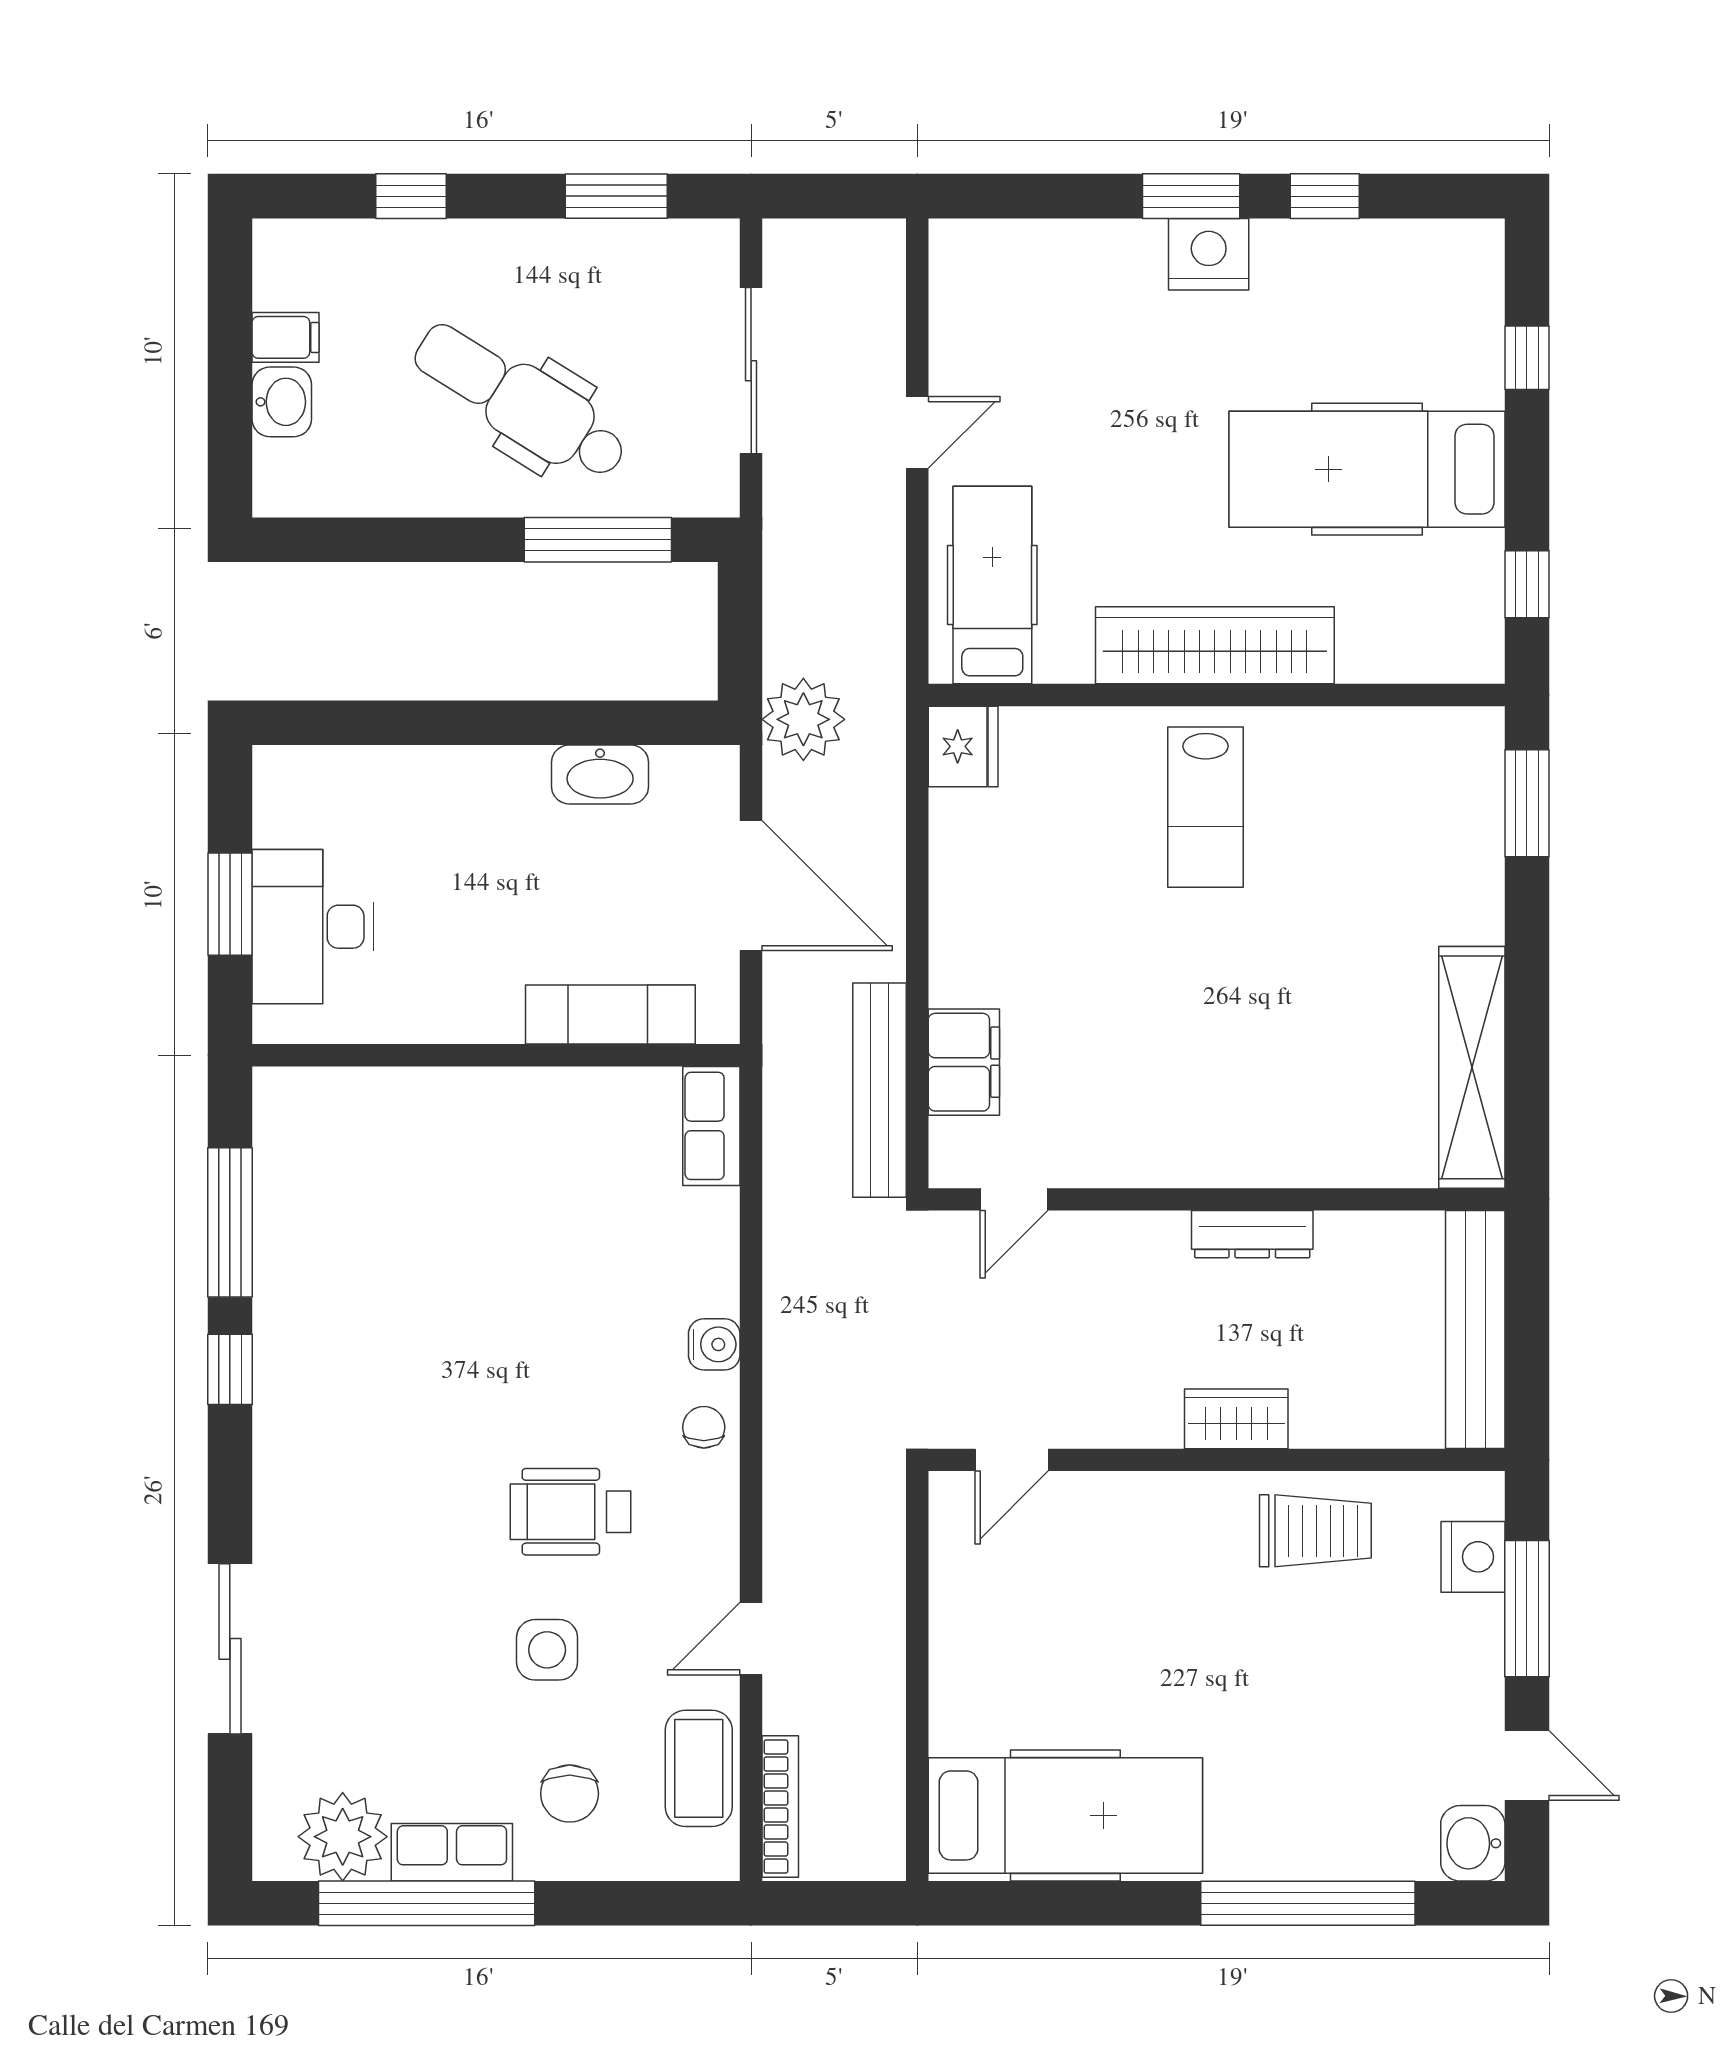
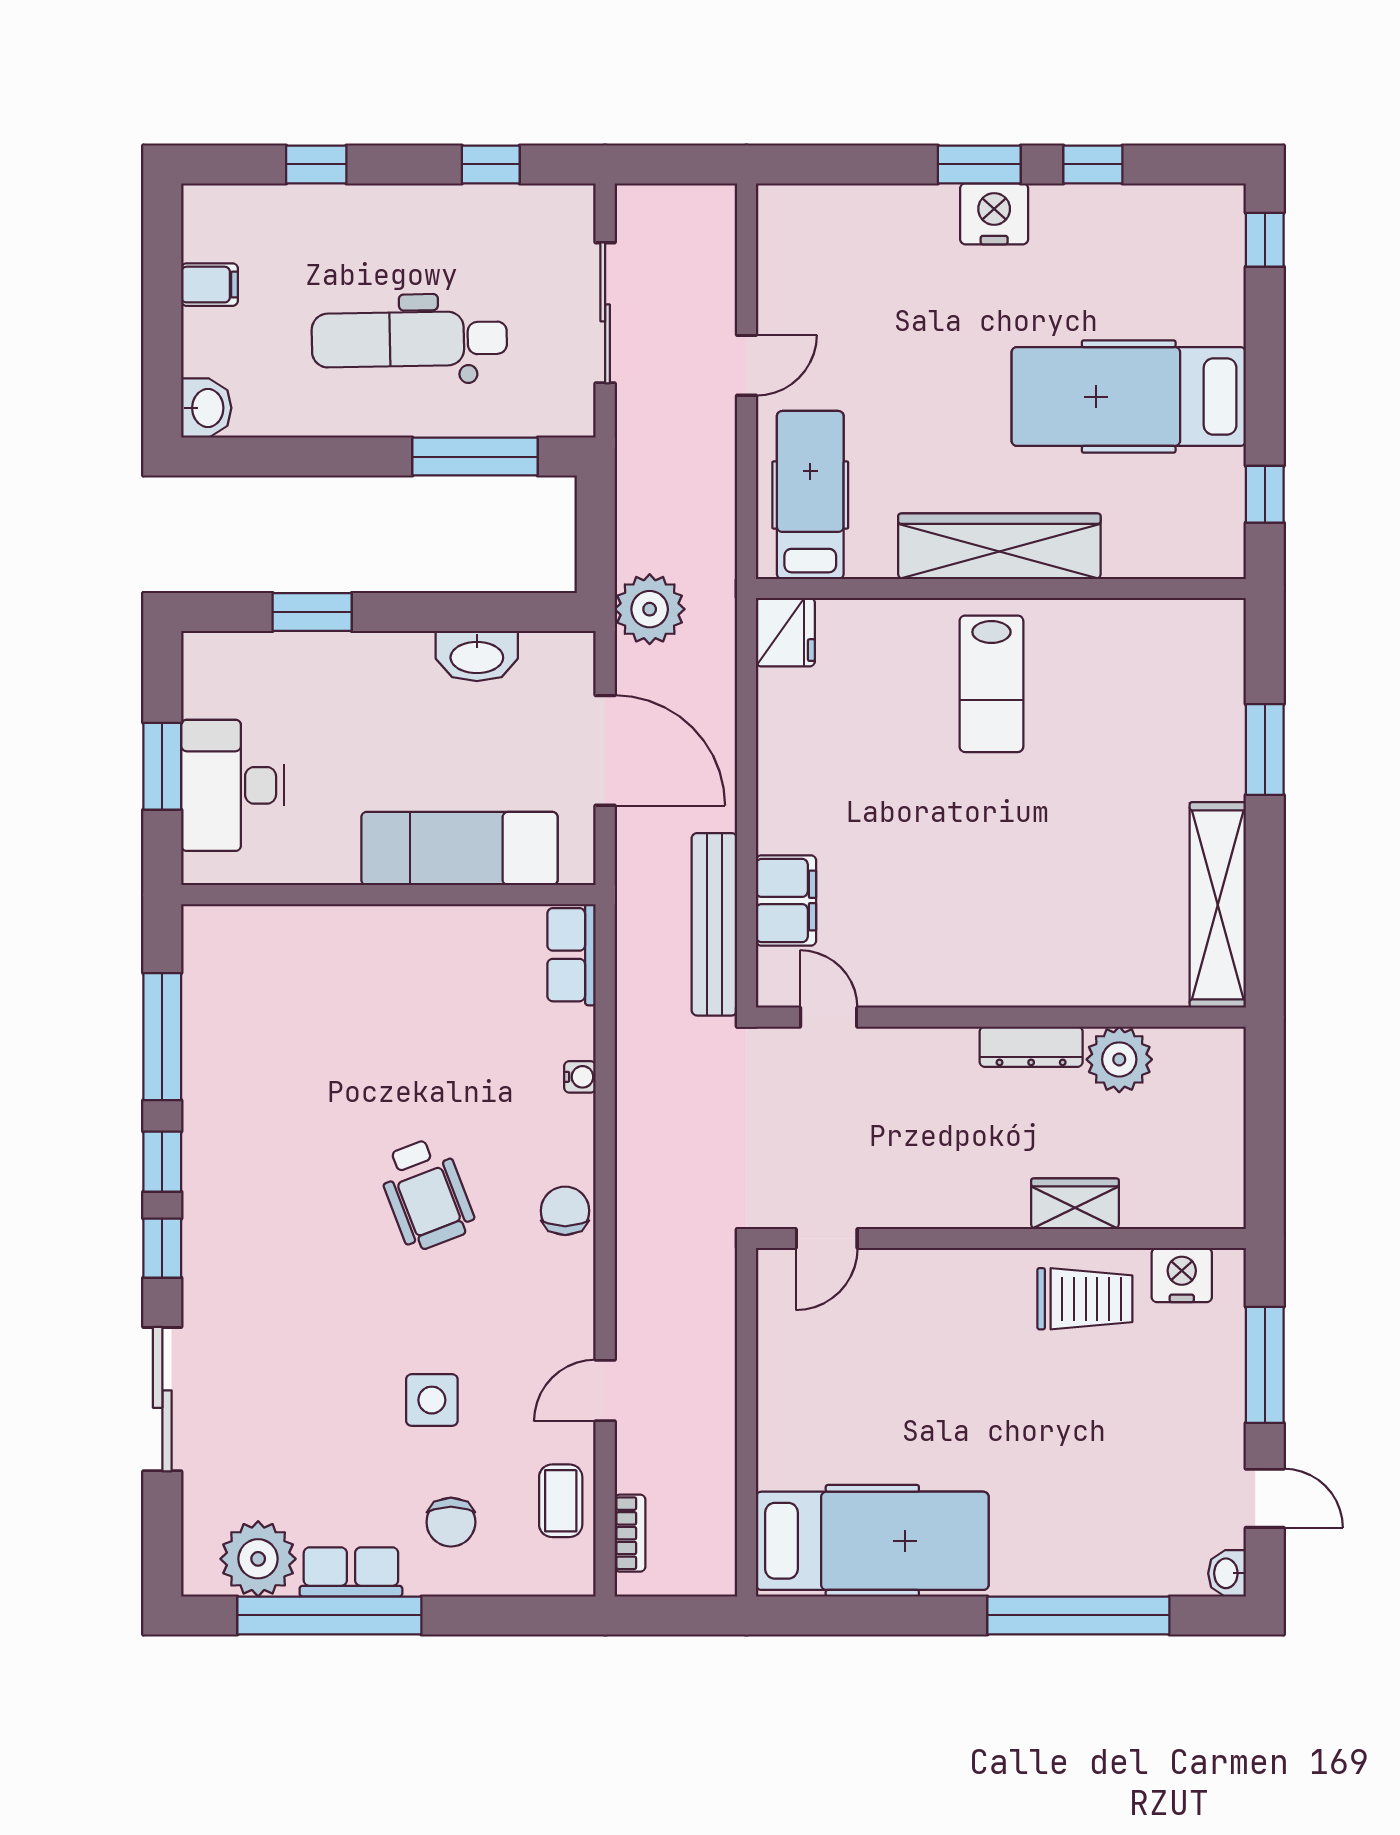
window: (616, 196) -> (491, 164), width x0.67
window: (1527, 358) -> (1265, 240), moved
washbasin: (282, 402) -> (206, 408), moved
dental chair: (521, 402) -> (409, 339), turned -33
window: (406, 723) -> (312, 612), added
window: (1527, 803) -> (1265, 749), moved
exam couch: (610, 1014) -> (459, 849), width x1.36, depth x1.45
door: (1014, 1199) -> (829, 1017), swing flipped
plant: (1356, 1249) -> (1119, 1059), added
bench: (1475, 1330) -> (1221, 1128), removed
water cooler: (714, 1344) -> (580, 1077), moved, width x0.72, depth x0.72
wardrobe: (1236, 1419) -> (1075, 1204), moved
chair: (704, 1427) -> (565, 1211), width x1.37, depth x1.37
window: (230, 1471) -> (162, 1248), added
wheelchair: (571, 1512) -> (426, 1194), moved, turned -111
nightstand: (1473, 1557) -> (1182, 1275), moved, turned -90
coffee table: (699, 1768) -> (561, 1501), width x0.73, depth x0.77
bookcase: (780, 1807) -> (630, 1533), width x0.64
washbasin: (1473, 1843) -> (1227, 1573), width x0.72, depth x0.69

